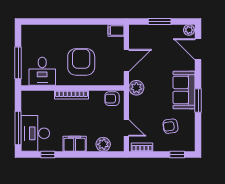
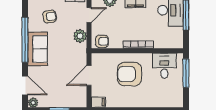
armchair: (81, 62) -> (129, 74), turned 90
plant: (136, 88) -> (80, 36), moved
window: (198, 100) -> (25, 40), width x2.11
door: (126, 128) -> (89, 15), swing flipped

